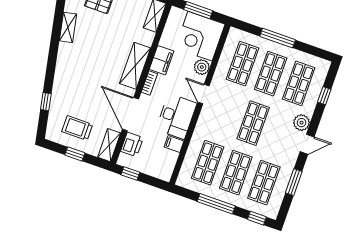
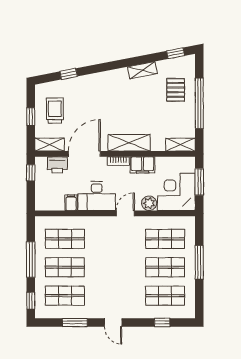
shop shelf: (253, 123) -> (115, 267), removed
plant: (301, 123) -> (131, 311), removed

